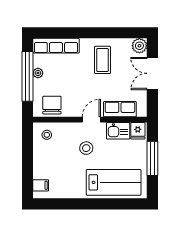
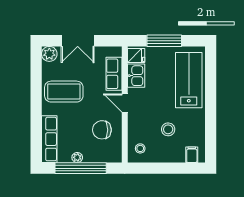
coffee table: (103, 60) -> (64, 92), width x1.36, depth x1.32
chair: (52, 105) -> (102, 130), moved
stool: (86, 148) -> (168, 129), moved

